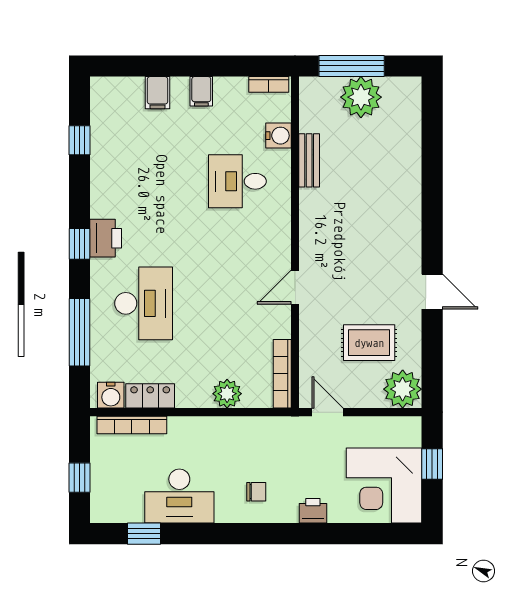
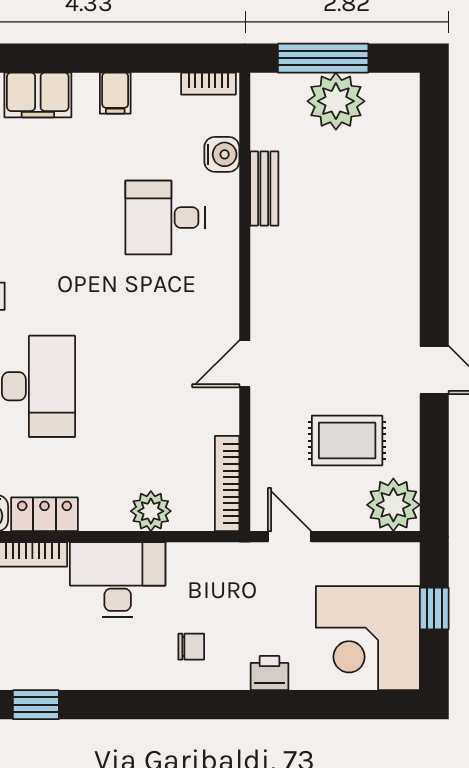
filing cabinet: (157, 93) -> (38, 95), width x2.00
desk: (179, 496) -> (118, 580), moved, turned 180

